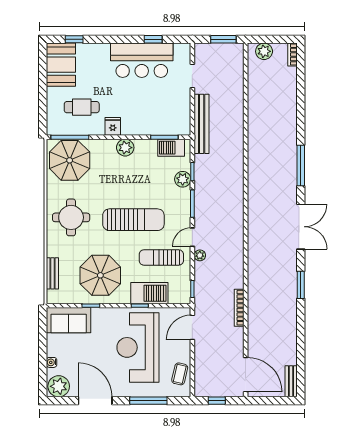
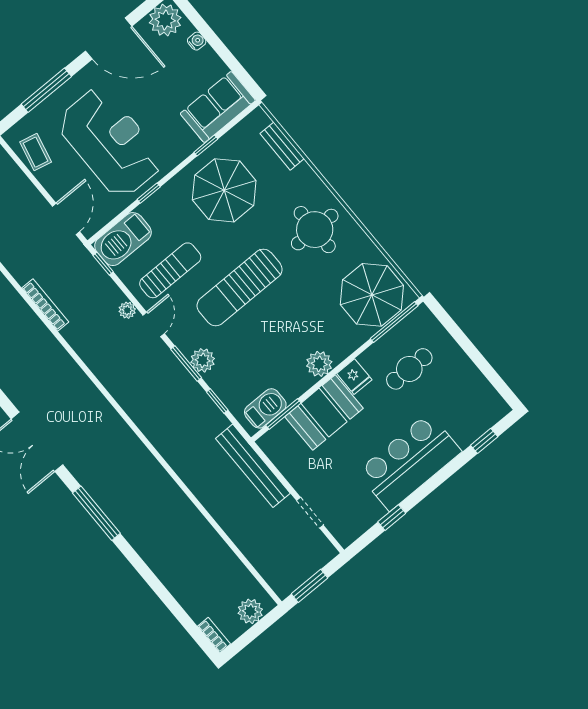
bar counter: (142, 60) -> (409, 462), moved
booth: (61, 65) -> (324, 413), moved, turned 90
plant: (183, 179) -> (203, 360), moved
barbecue: (149, 293) -> (123, 239), moved
bookcase: (239, 308) -> (45, 305), moved

